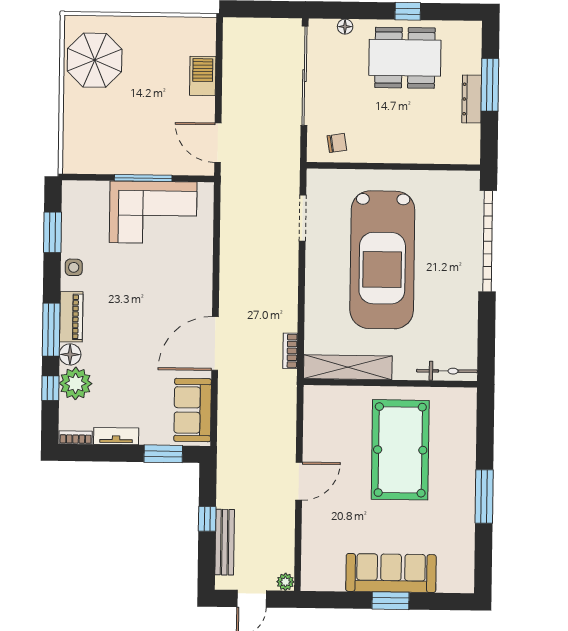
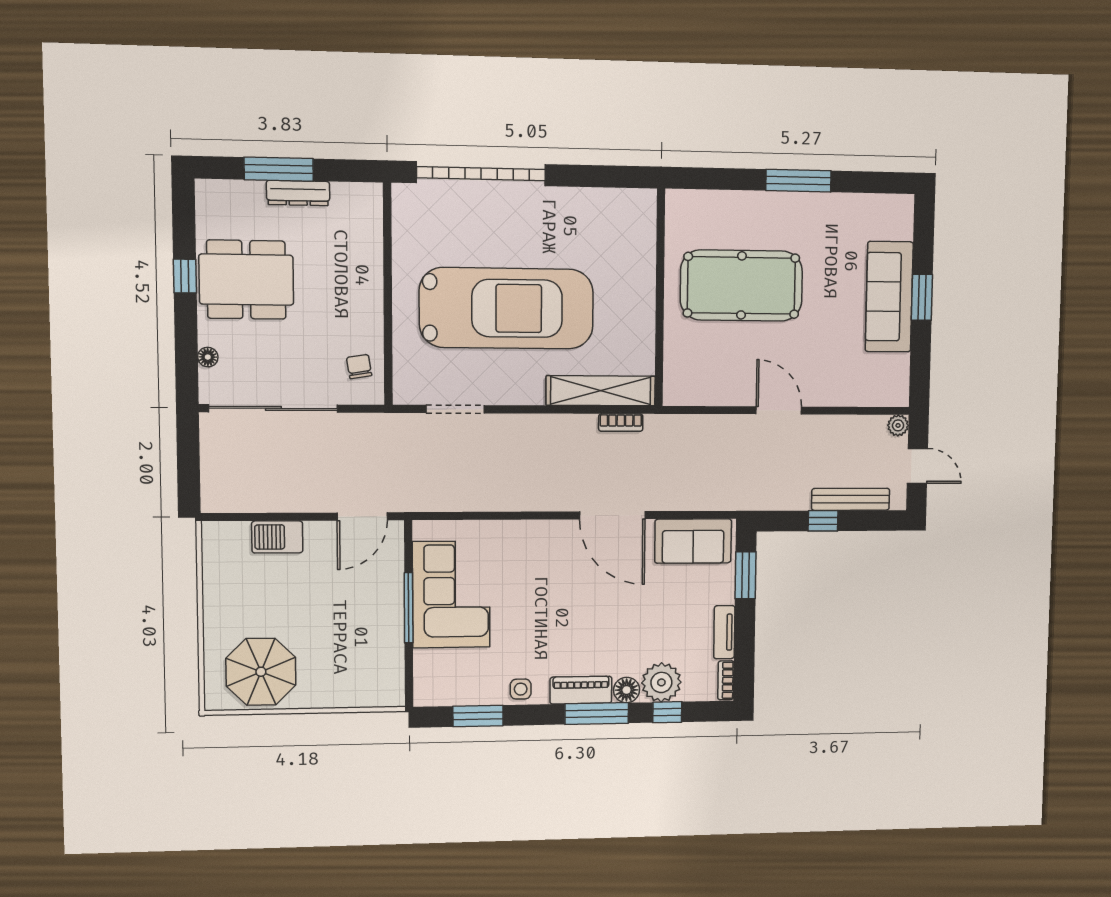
dining table: (405, 58) -> (246, 280), turned 90
shelving: (348, 367) -> (601, 391), moved, turned 90
bicycle: (447, 371) -> (645, 227), removed

